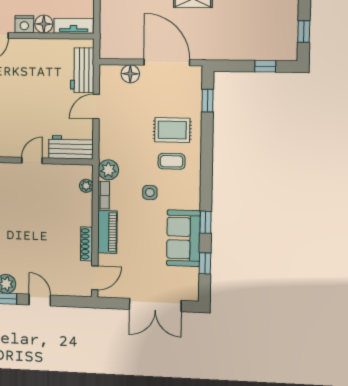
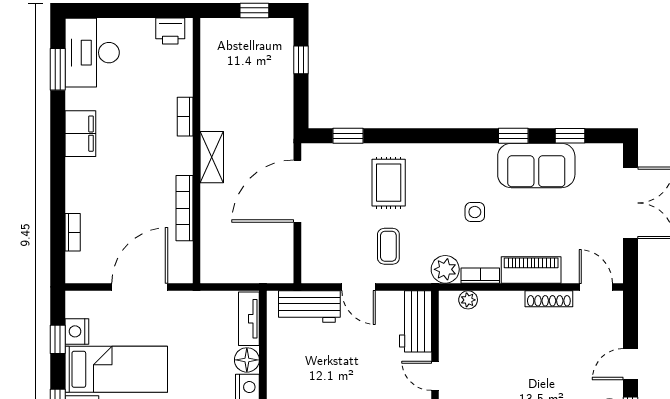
floor lamp: (130, 74) -> (313, 240), removed
coffee table: (172, 161) -> (388, 246), moved

